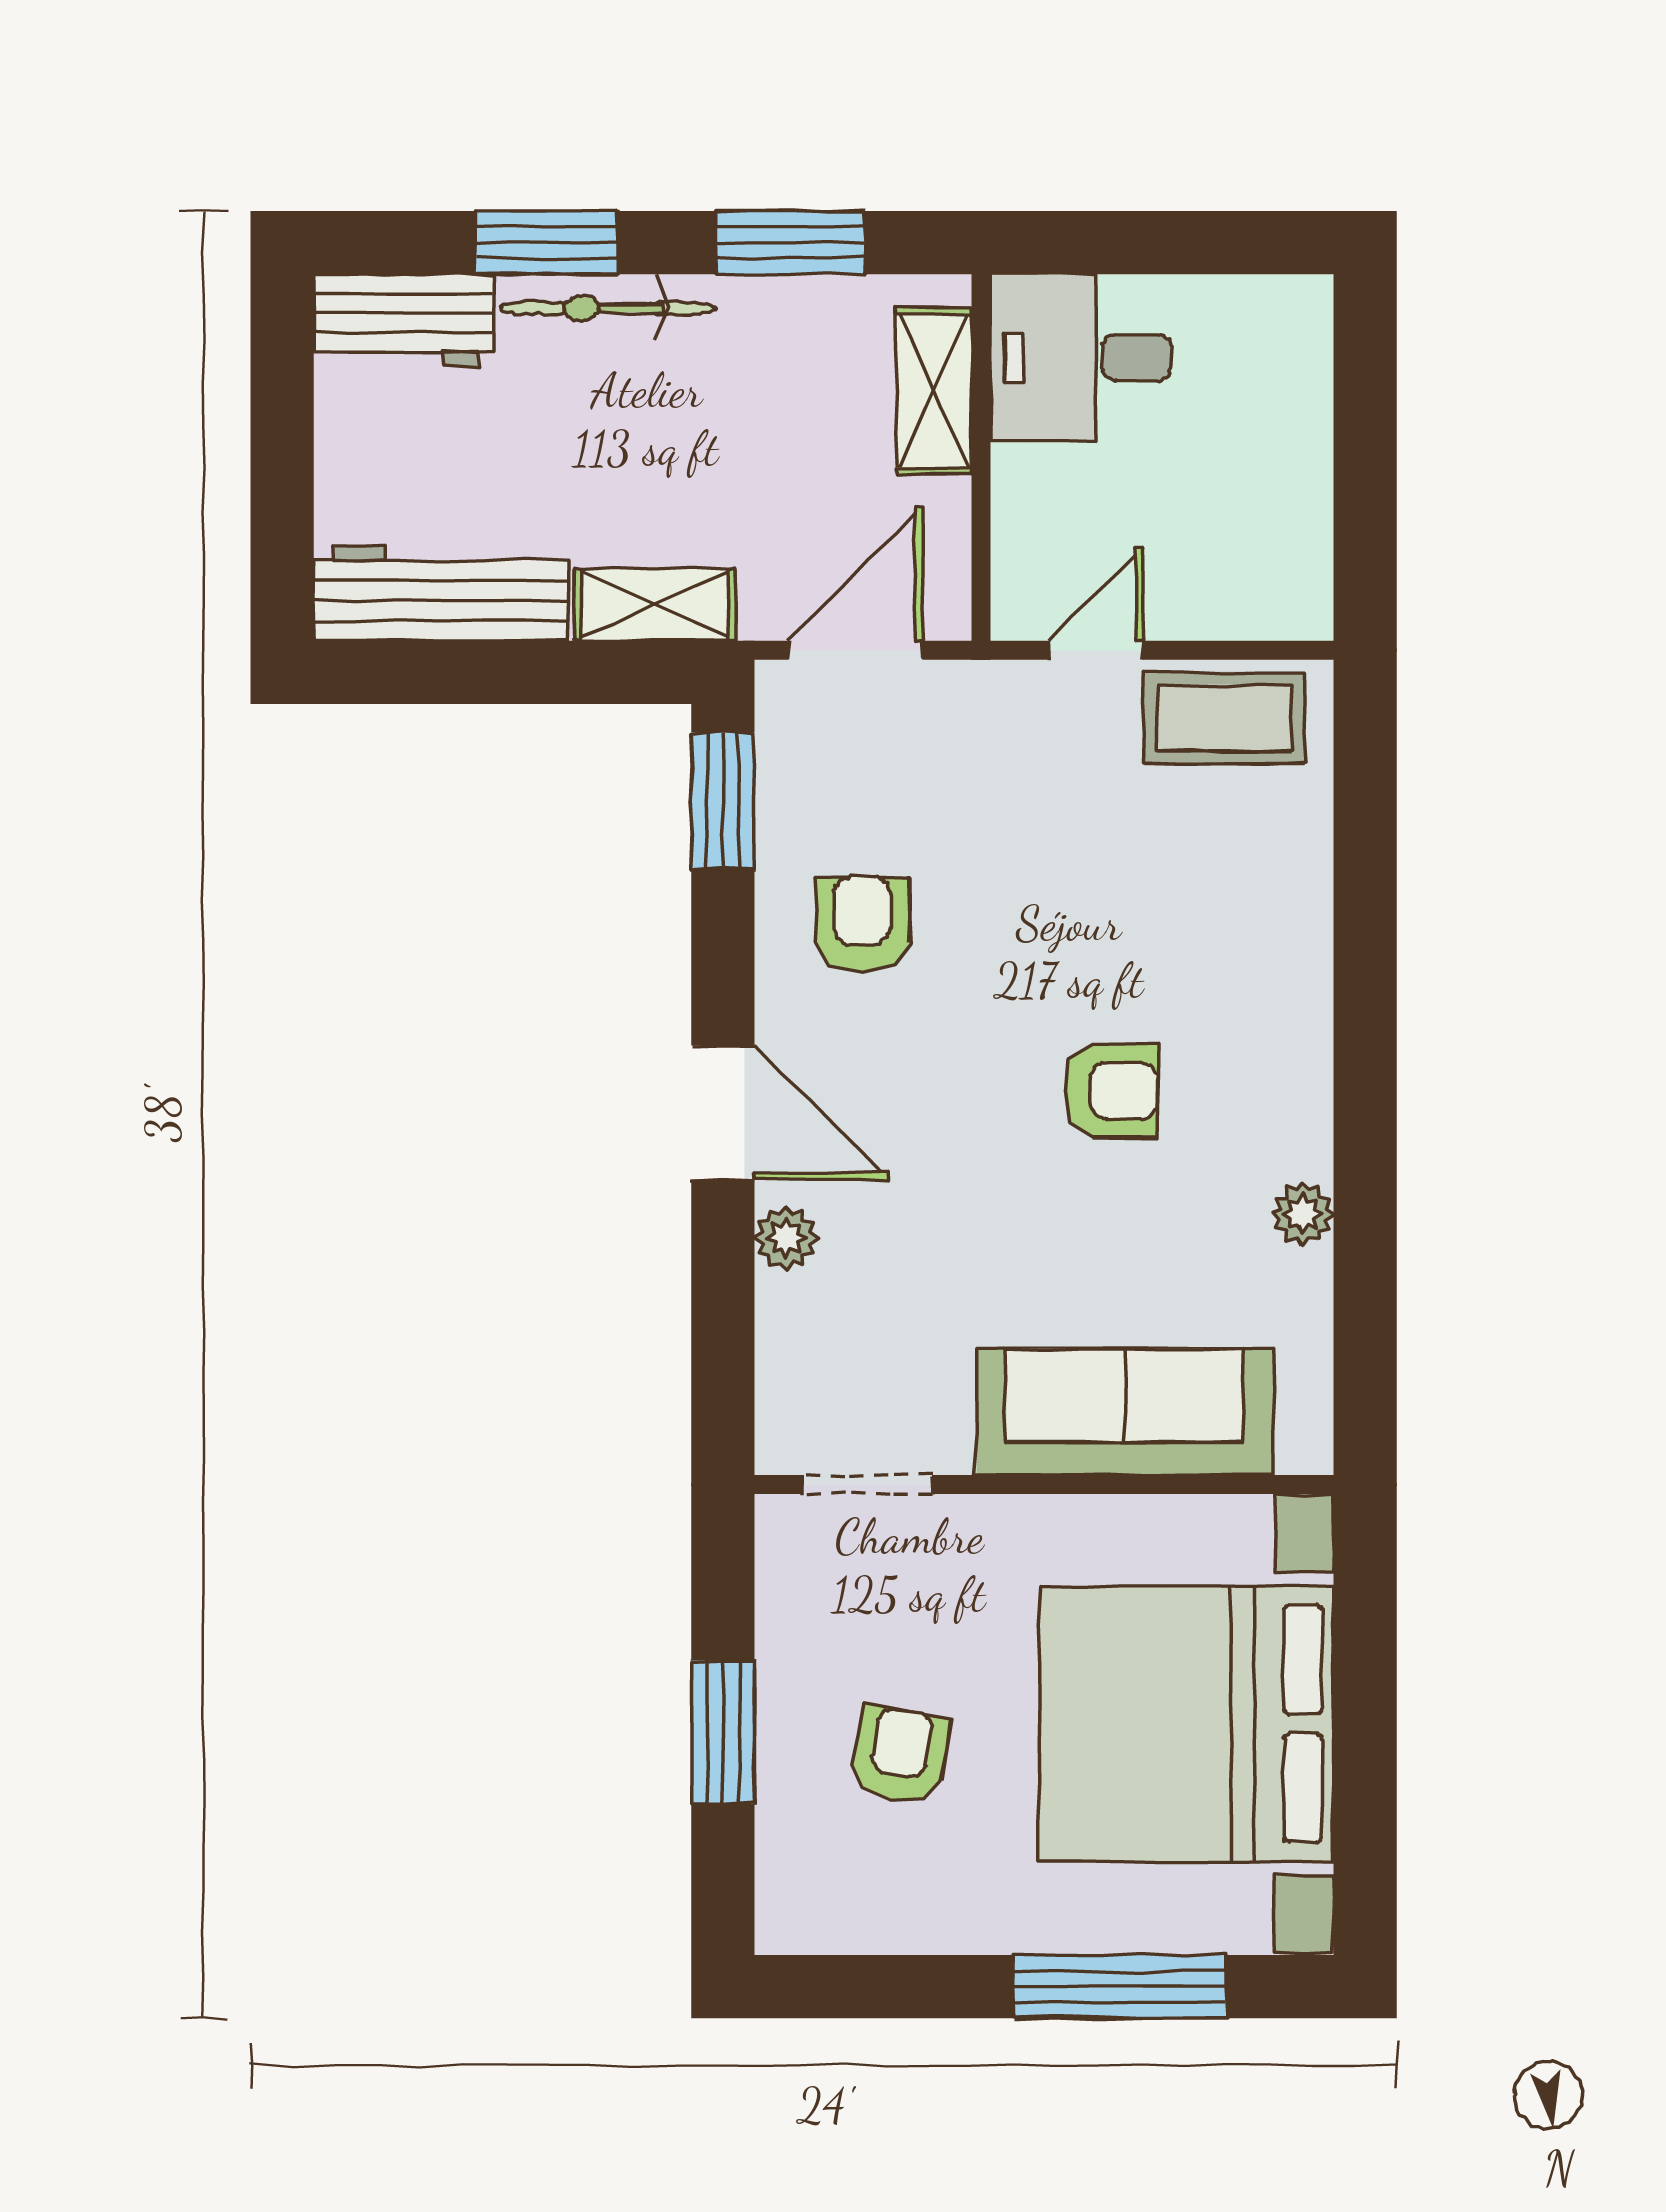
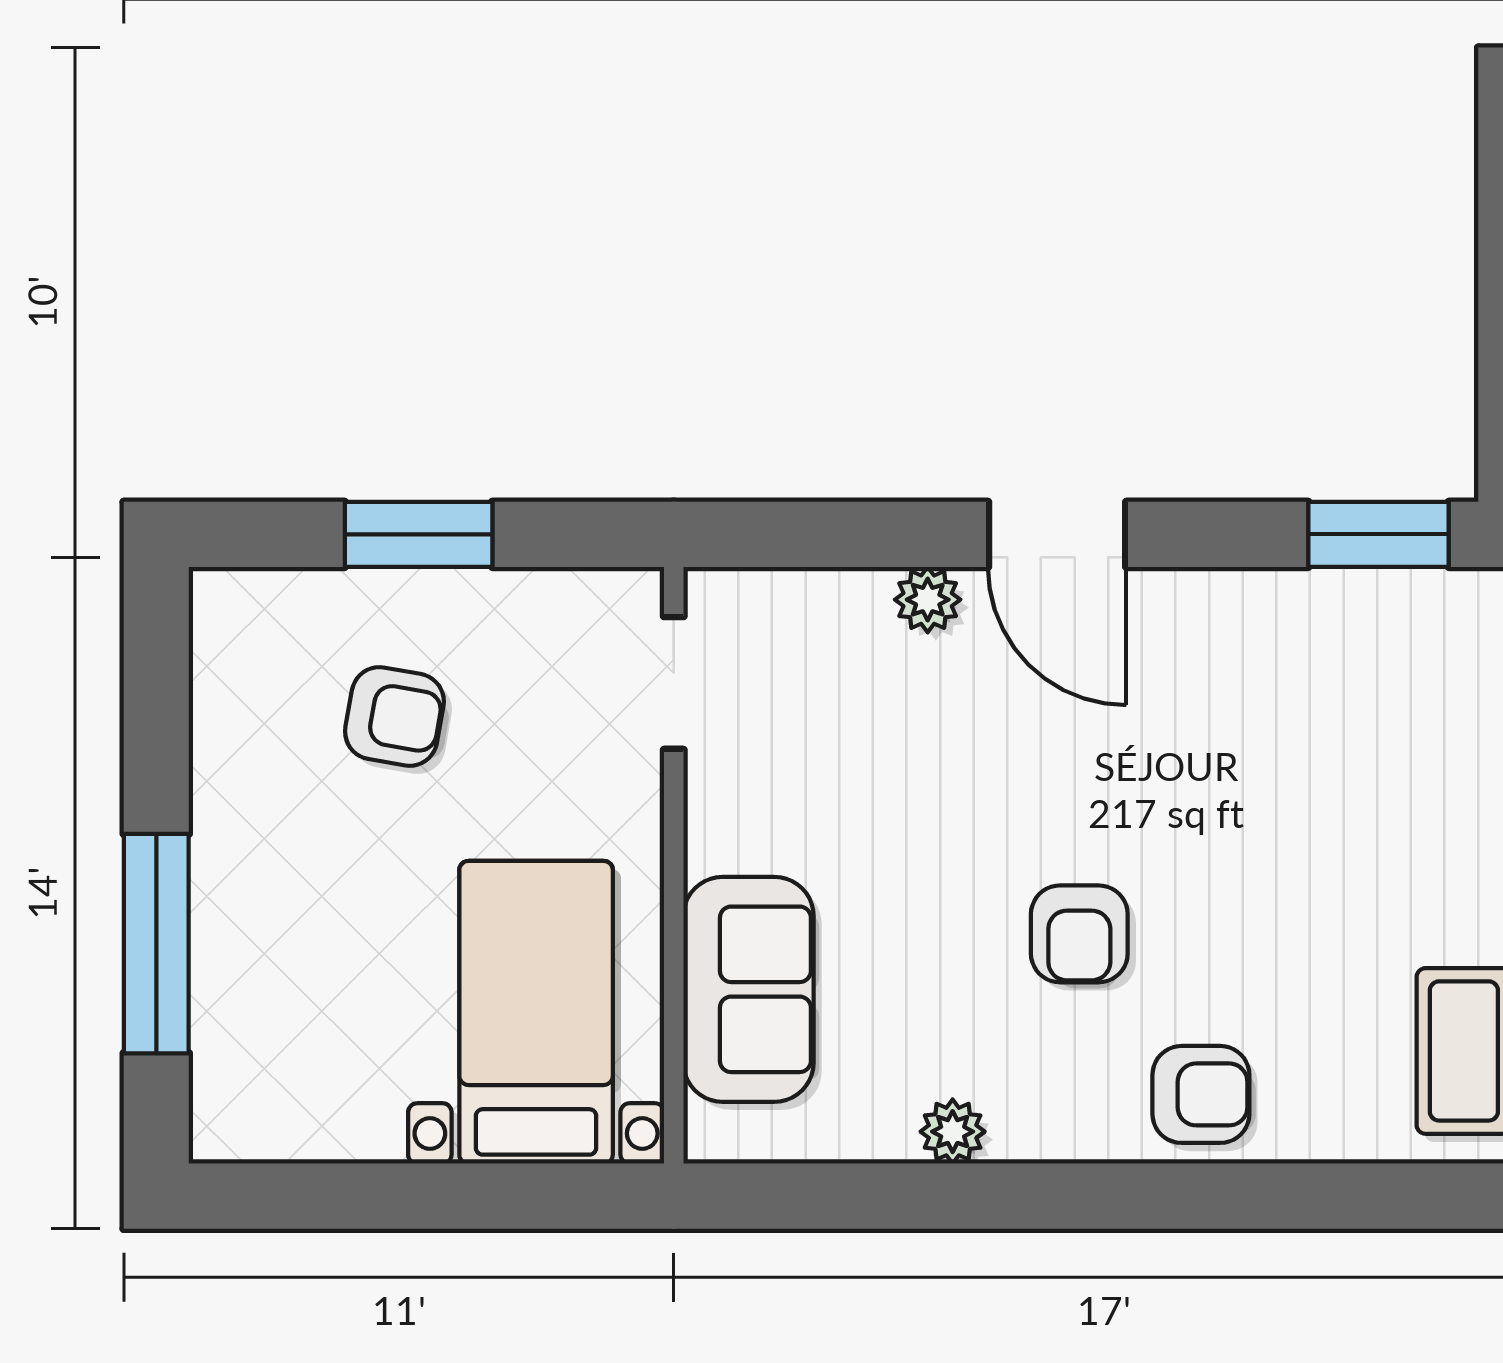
armchair: (862, 924) -> (1201, 1094), moved
door: (723, 1112) -> (1057, 534), hinge flipped
sofa: (1125, 1412) -> (748, 989), width x0.73
bed with nightstands: (1187, 1724) -> (536, 1012), width x0.54

